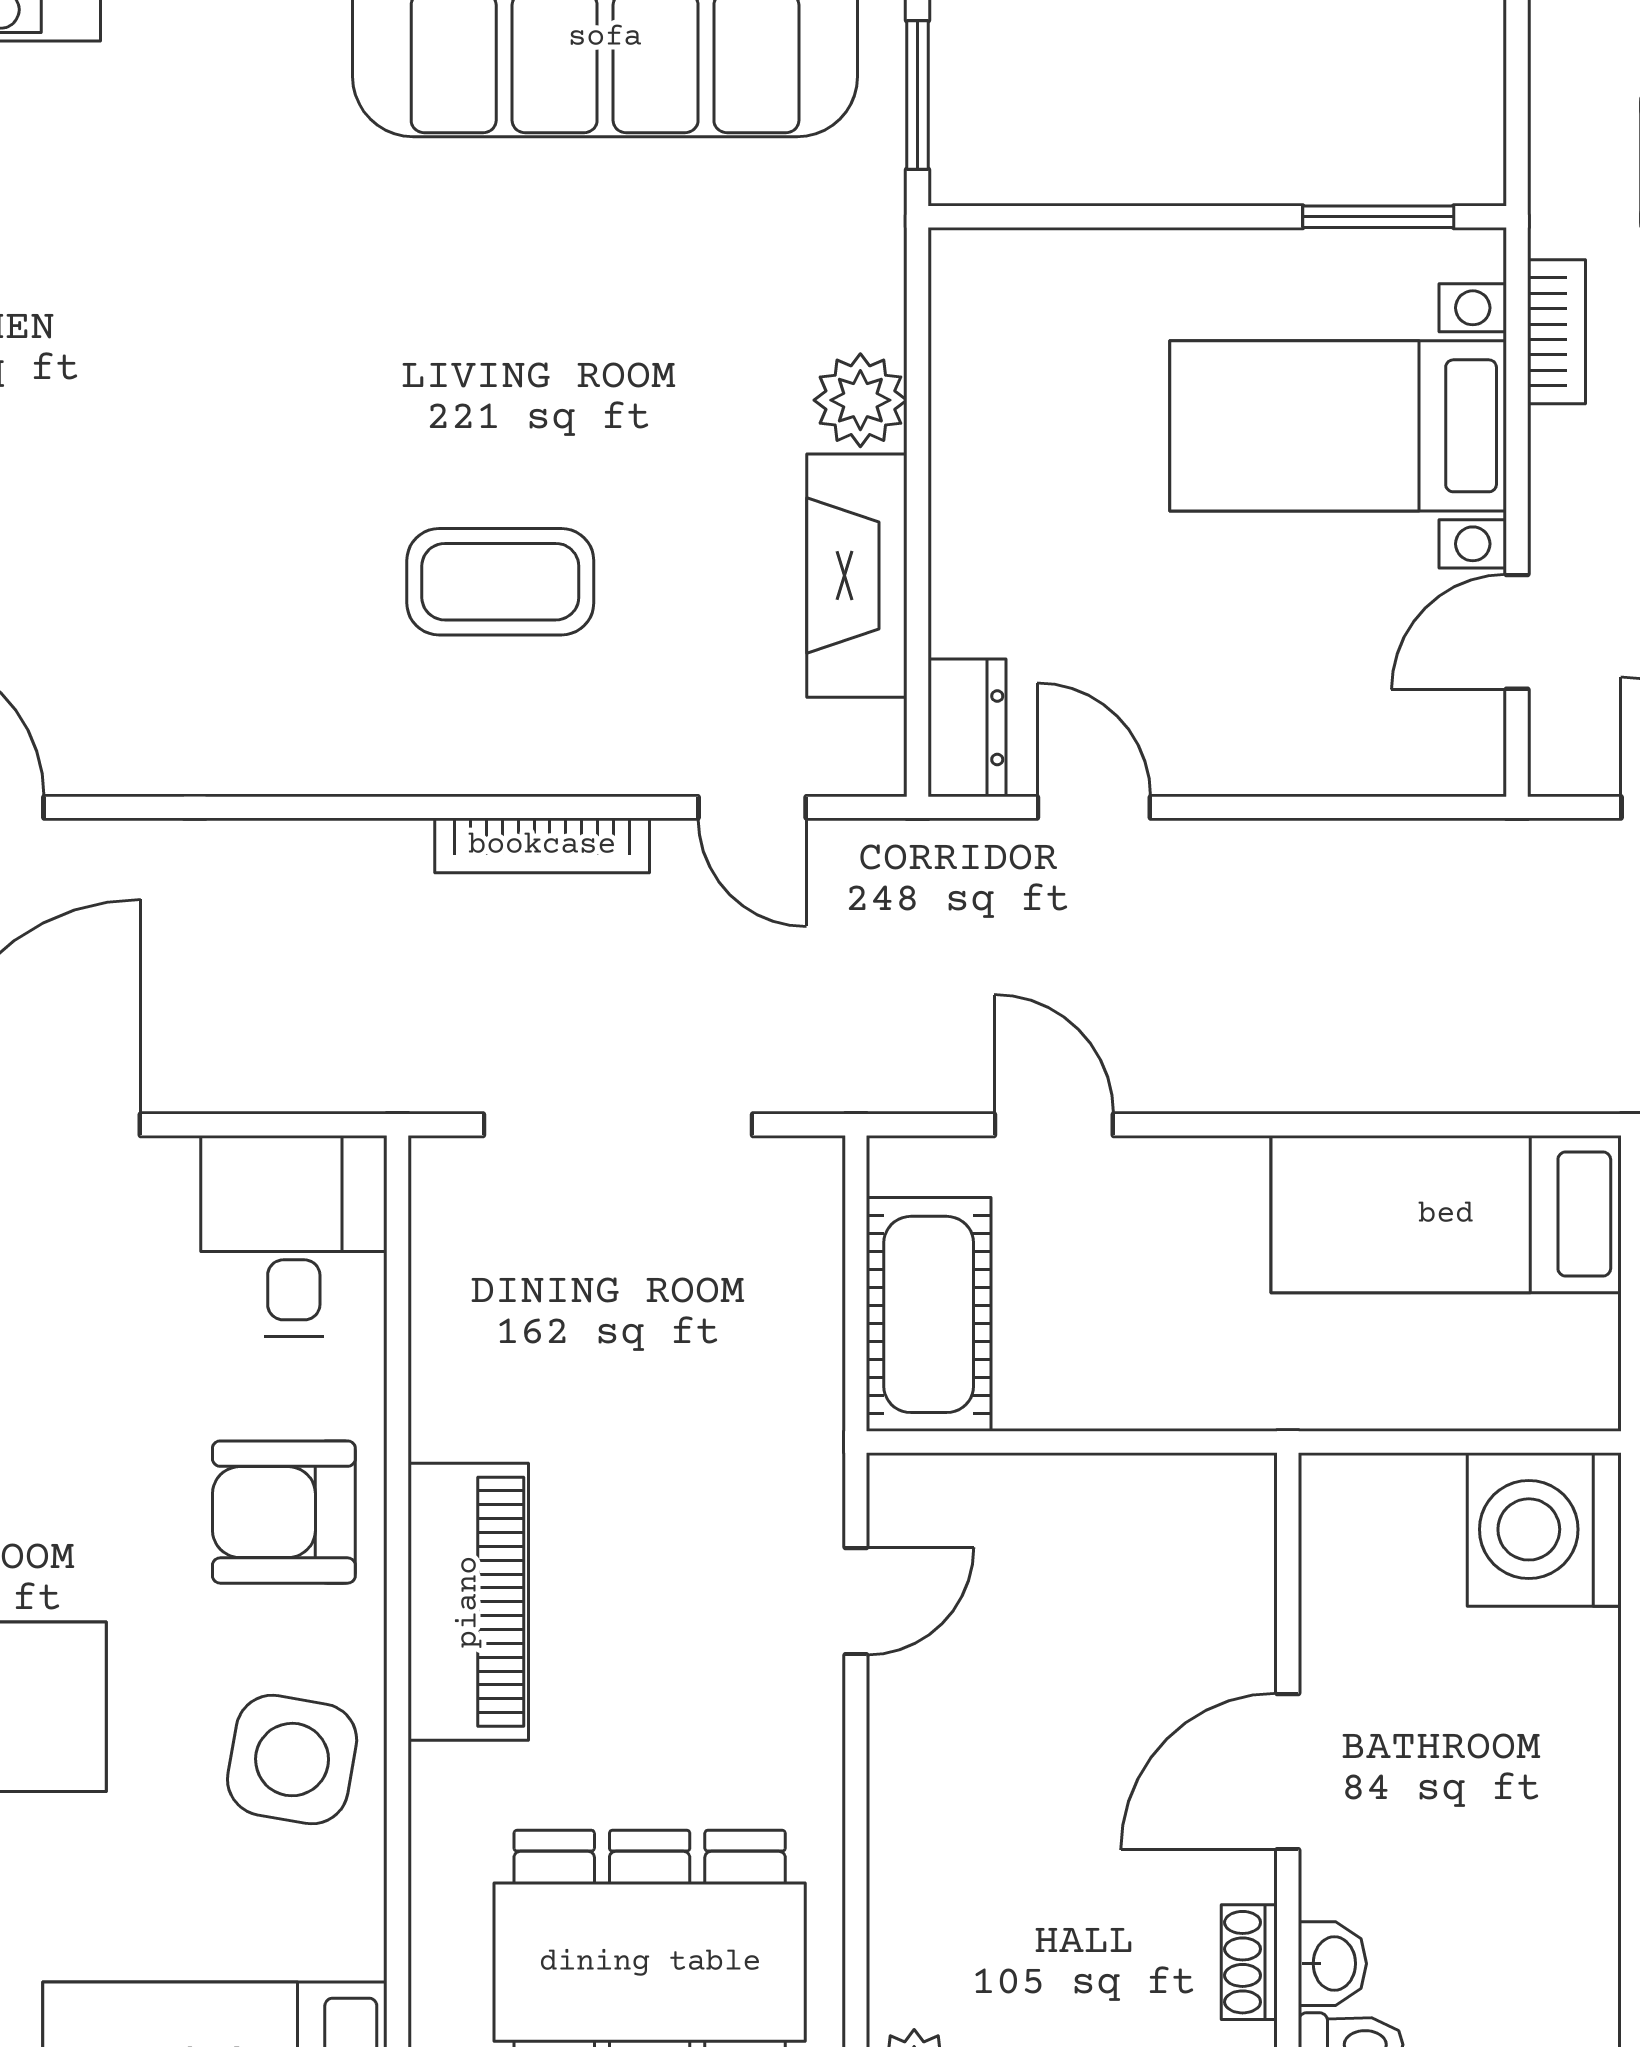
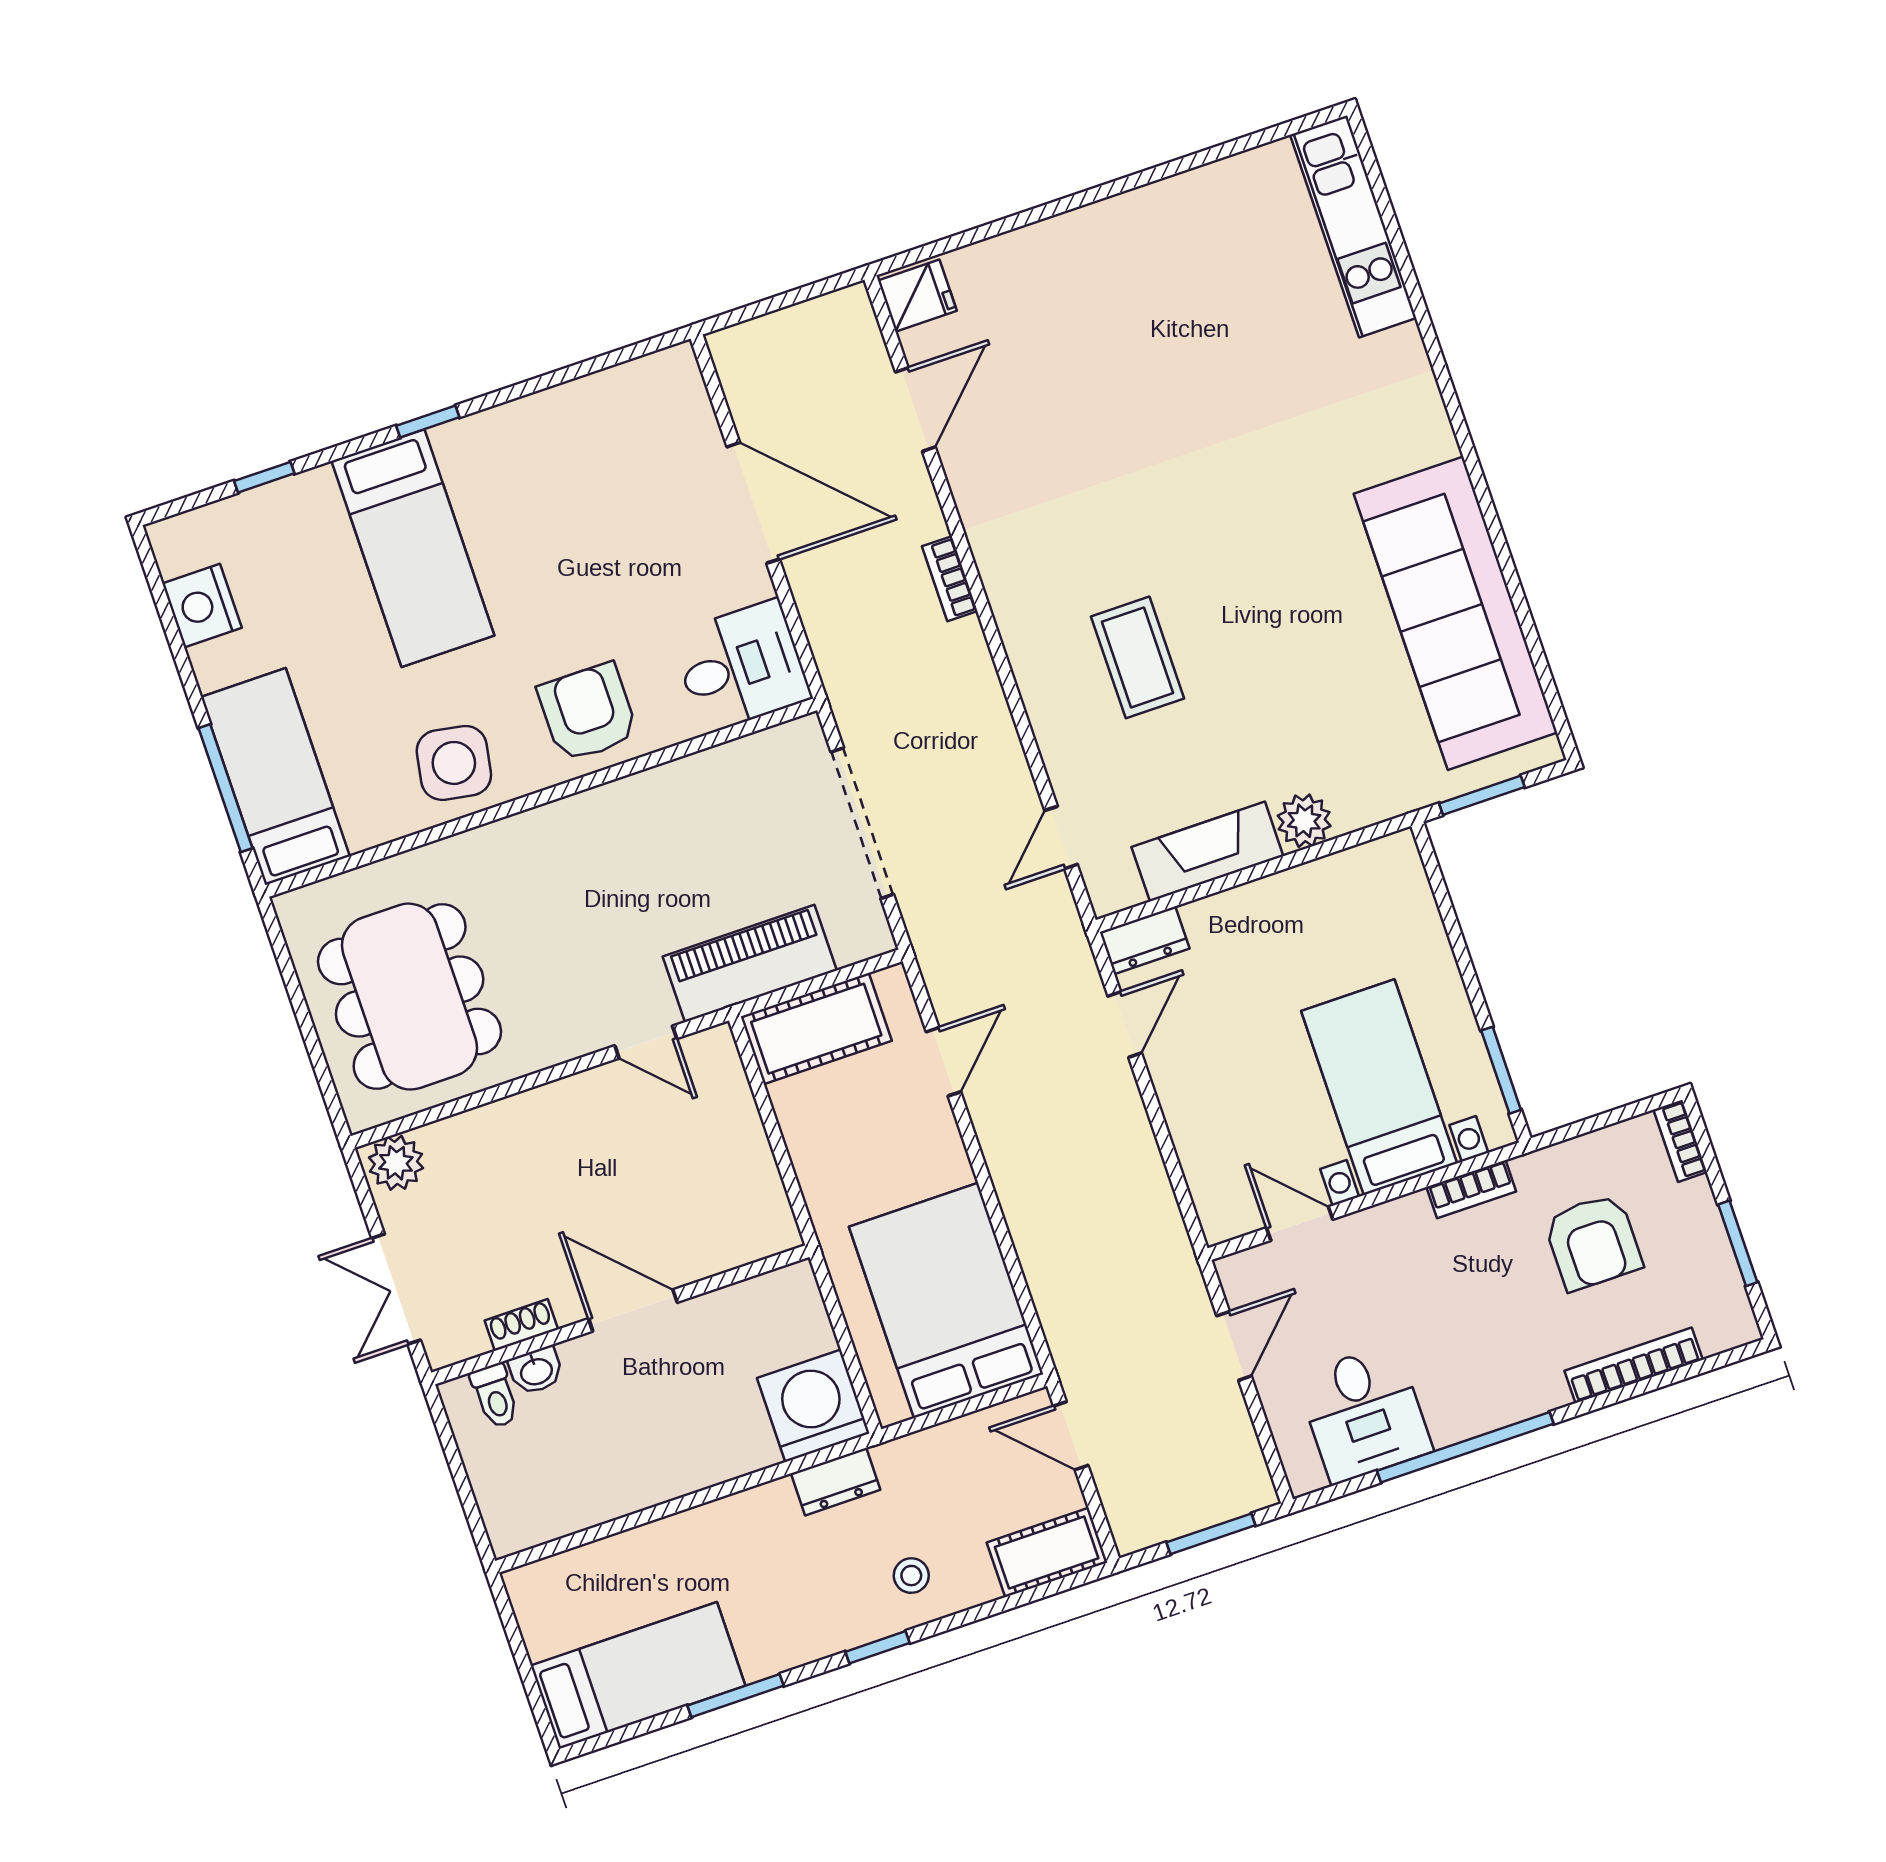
bookcase: (542, 845) -> (950, 579), moved, width x0.64
bed: (1446, 1214) -> (946, 1301), width x1.50
piano: (468, 1602) -> (750, 963), moved, turned 180

